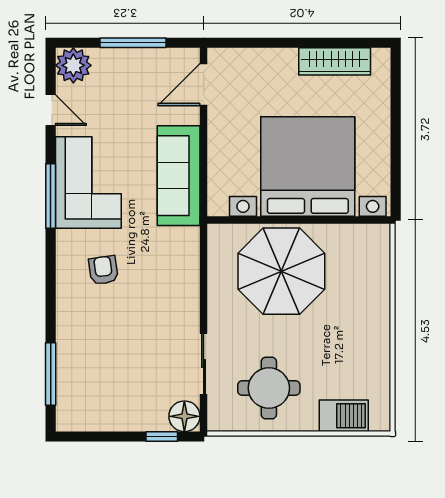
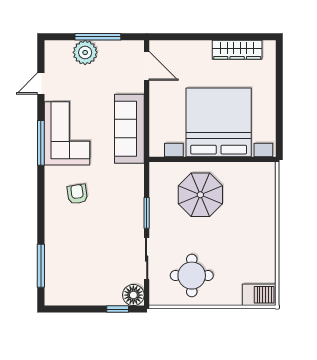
plant: (73, 65) -> (85, 52), moved
door: (204, 85) -> (147, 66), swing flipped
door: (51, 110) -> (41, 84), swing flipped
parasol: (281, 271) -> (200, 195), width x0.73, depth x0.73
window: (204, 297) -> (147, 213), added
barbecue: (344, 416) -> (259, 295), moved

